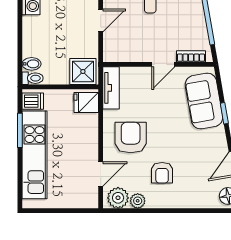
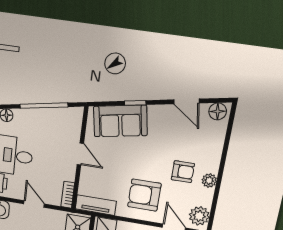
bookcase: (191, 56) -> (68, 195), moved
plant: (138, 201) -> (209, 181), moved

